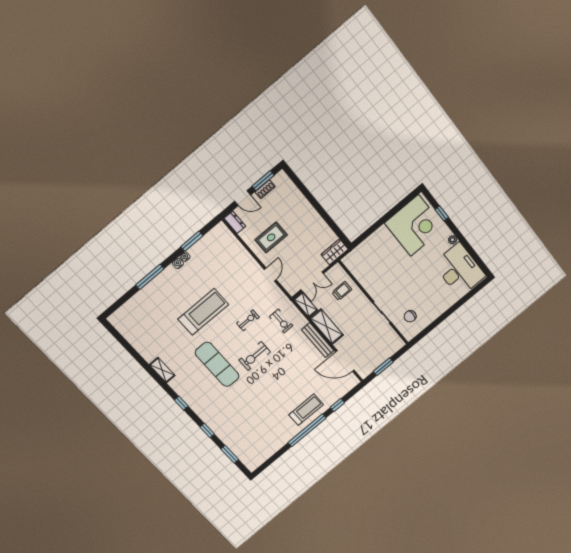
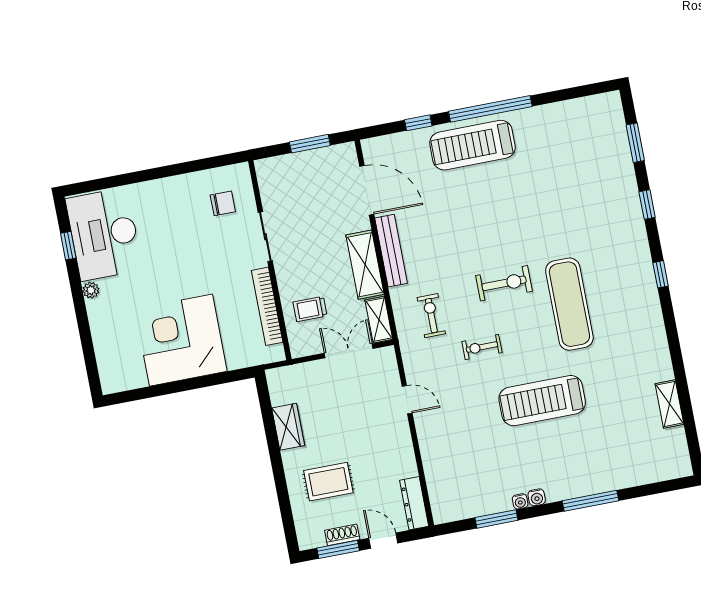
window: (442, 213) -> (68, 246), moved
dresser: (235, 222) -> (414, 503), width x1.44
corner desk: (415, 225) -> (181, 340), moved
rug: (271, 237) -> (328, 482), moved
wardrobe: (335, 252) -> (288, 427), moved, turned -90
door: (270, 274) -> (407, 400), swing flipped
bookcase: (363, 280) -> (267, 306), added
shelving: (162, 370) -> (669, 404), moved
treadmill: (306, 410) -> (472, 145), width x1.37, depth x1.38

